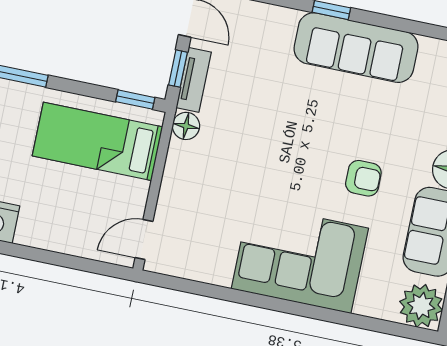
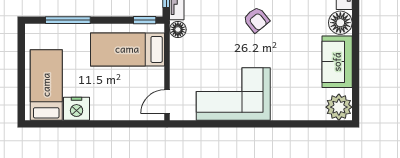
armchair: (363, 178) -> (256, 20), moved, turned 51
corner sofa: (300, 259) -> (233, 94), moved

